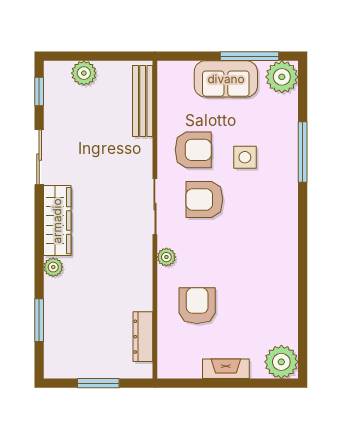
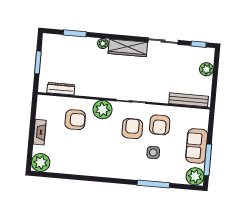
plant: (166, 257) -> (103, 110), width x1.88, depth x1.88

